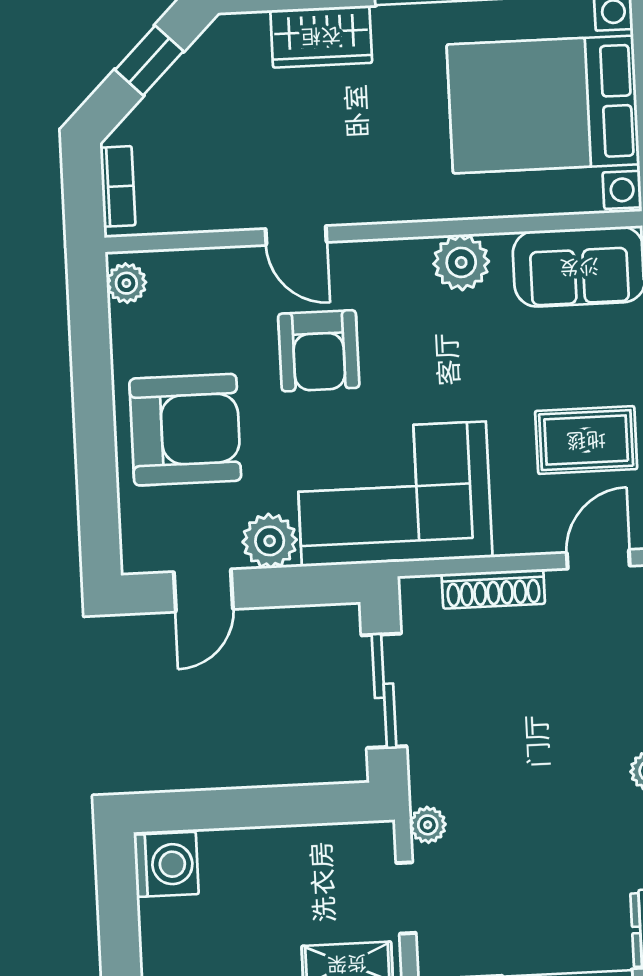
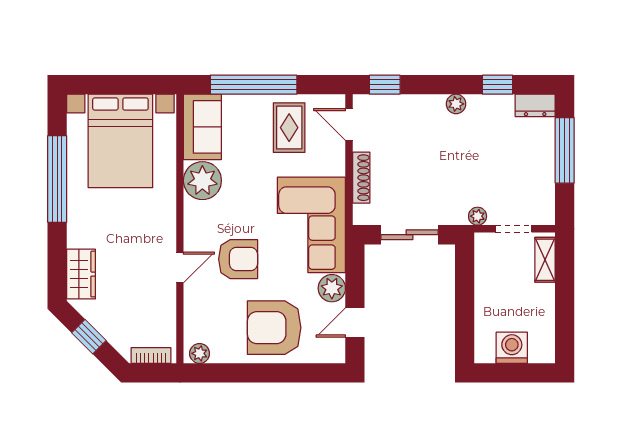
wardrobe: (321, 36) -> (81, 274), moved
plant: (461, 262) -> (202, 181), width x1.36, depth x1.36
armchair: (185, 430) -> (274, 328), turned -90
door: (203, 590) -> (355, 322), swing flipped
washing machine: (166, 864) -> (512, 348), moved

